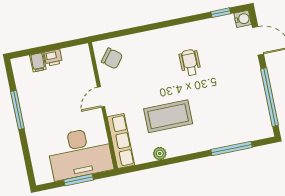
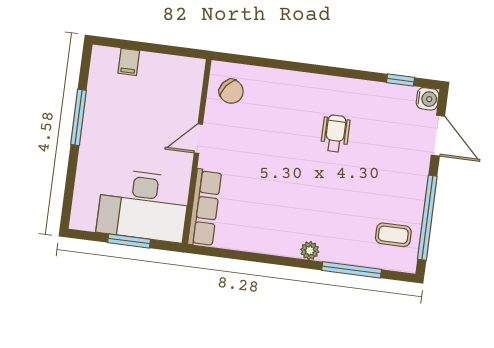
printer: (53, 58) -> (152, 63), removed
coffee table: (168, 116) -> (393, 235), moved, width x0.54, depth x0.58
plant: (160, 153) -> (310, 251), moved

